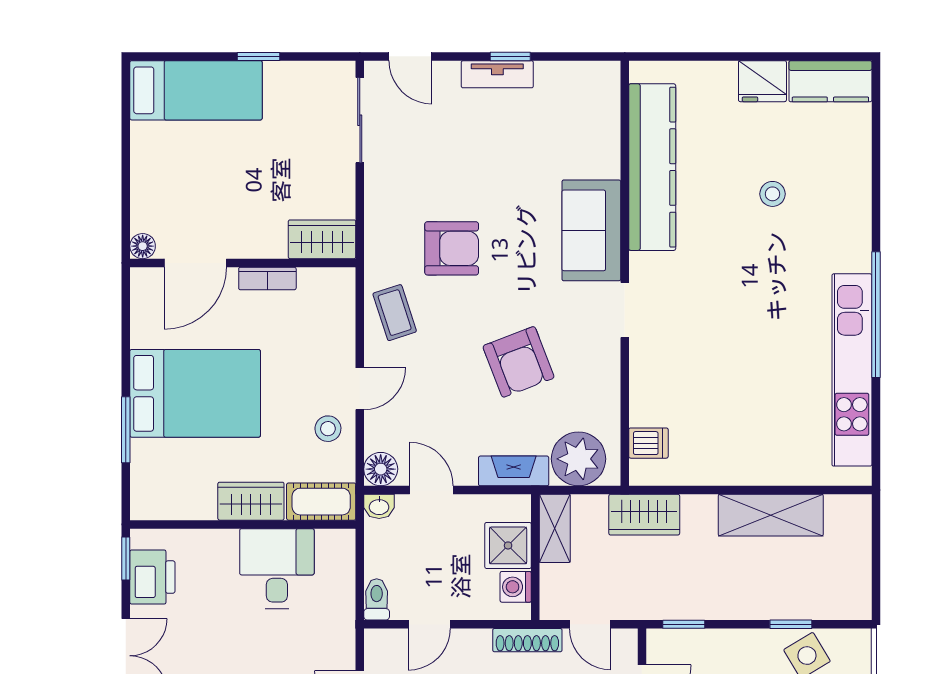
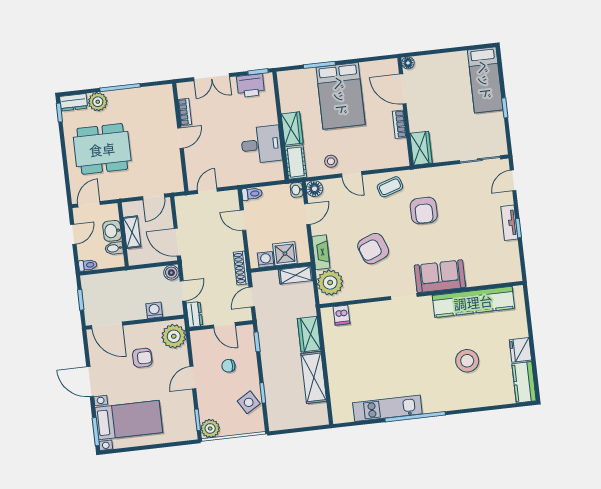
stool: (773, 194) -> (467, 361), width x1.89, depth x1.89
kitchen unit: (852, 370) -> (387, 408), width x0.73
wardrobe: (644, 515) -> (309, 334), moved

